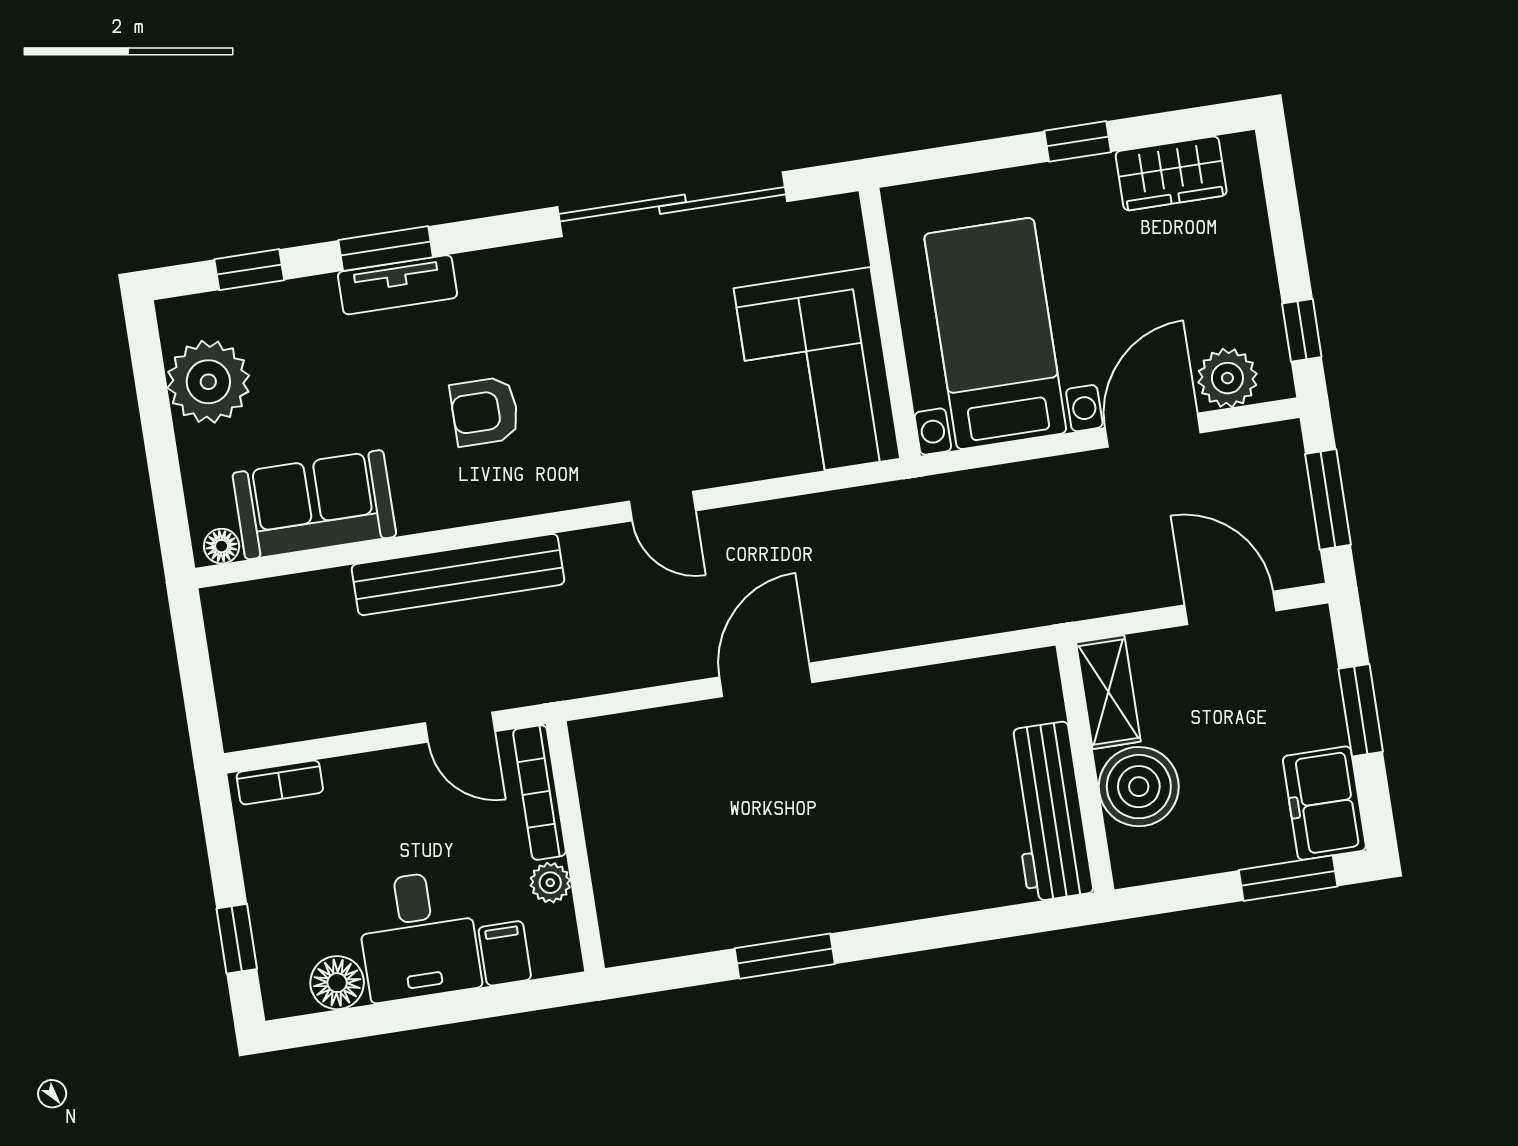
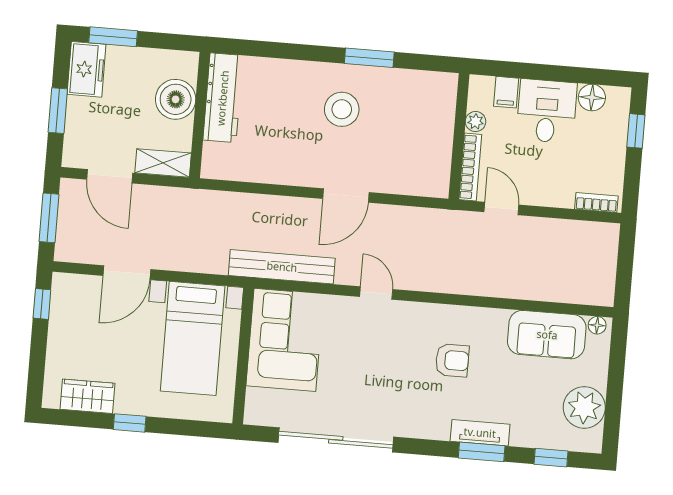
plant: (1227, 378) -> (84, 289), removed
bench: (458, 575) -> (282, 267), moved
shelving: (1108, 692) -> (163, 163), moved, turned 90
stool: (814, 844) -> (342, 109), added

